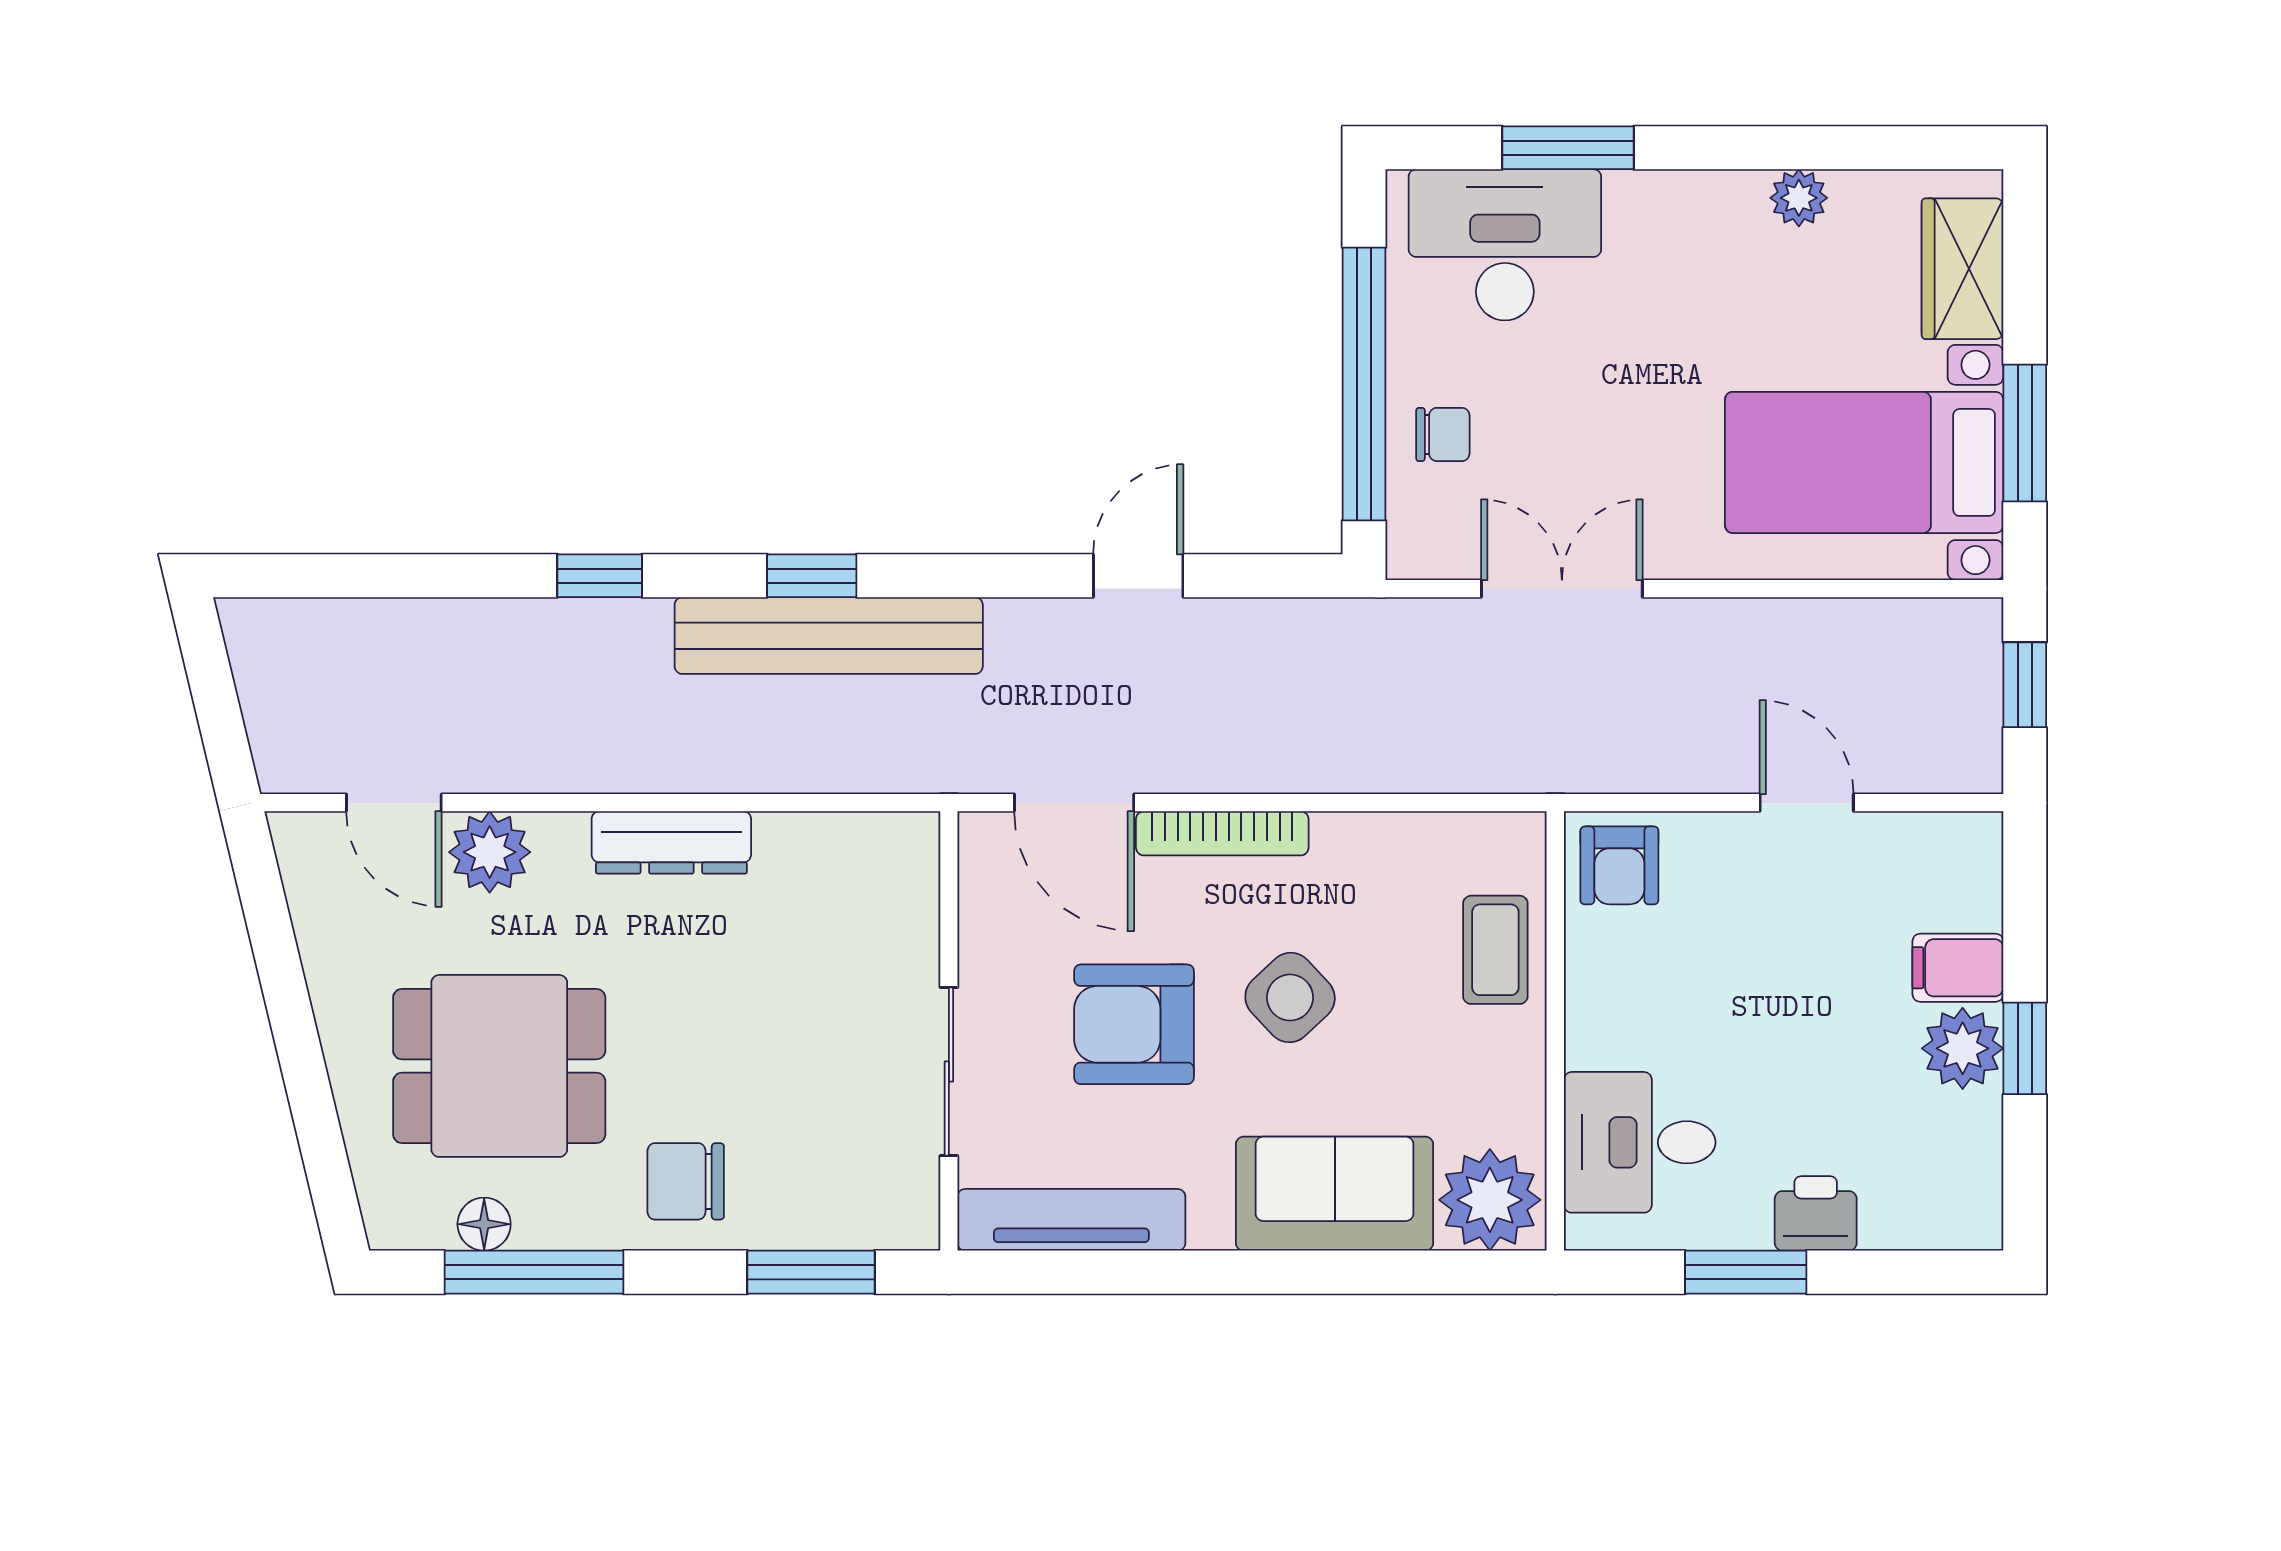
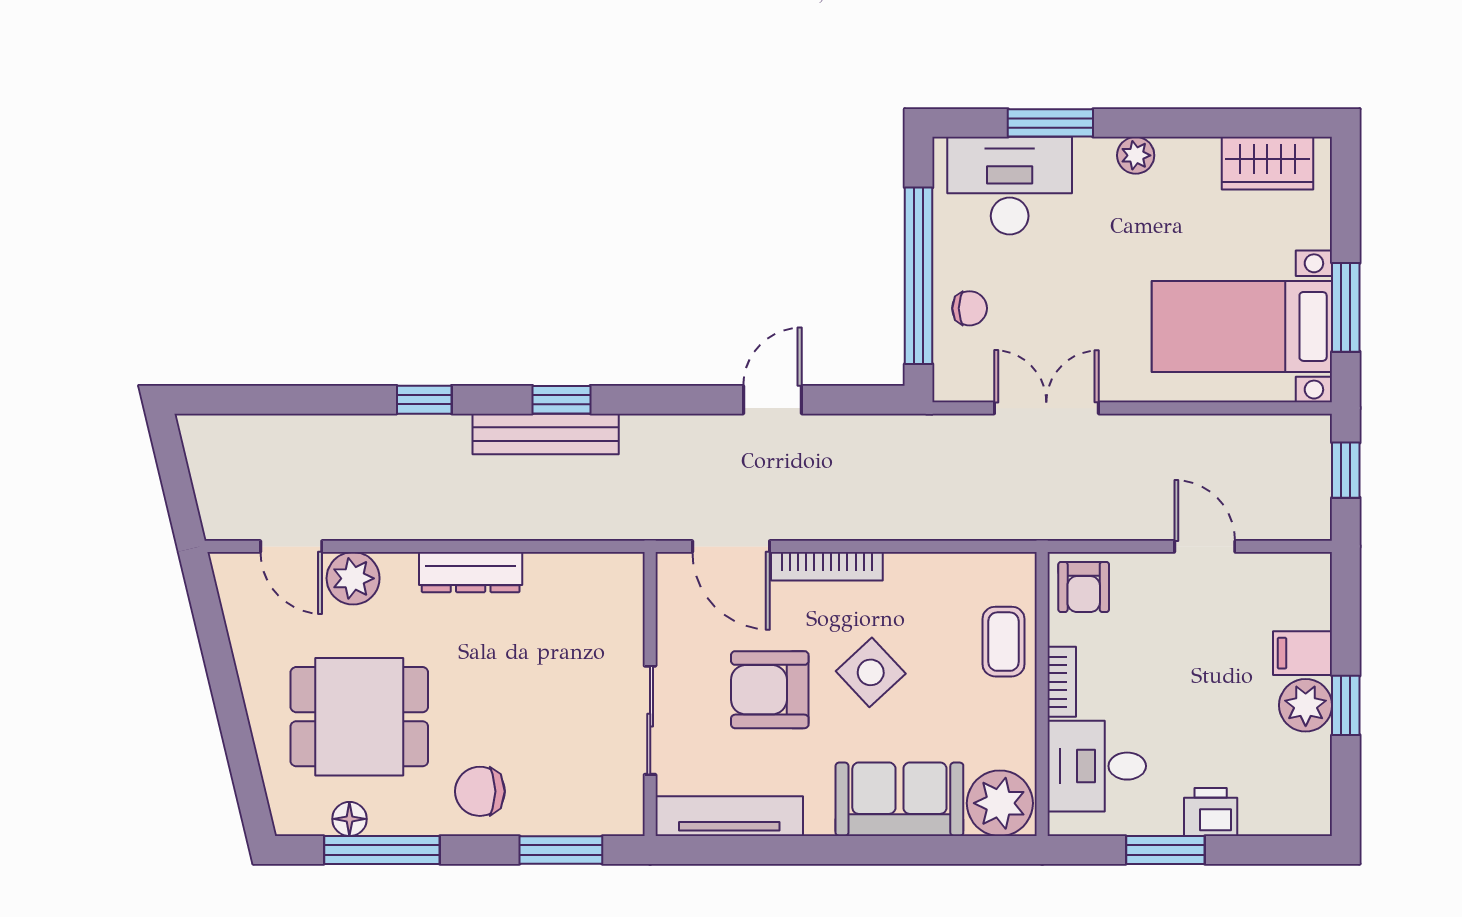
plant: (1799, 198) -> (1136, 155), moved
wardrobe: (1962, 269) -> (1267, 163), moved, turned -90
bench: (829, 636) -> (546, 434), width x0.73, depth x0.82
bookcase: (1586, 1012) -> (1062, 682), added

